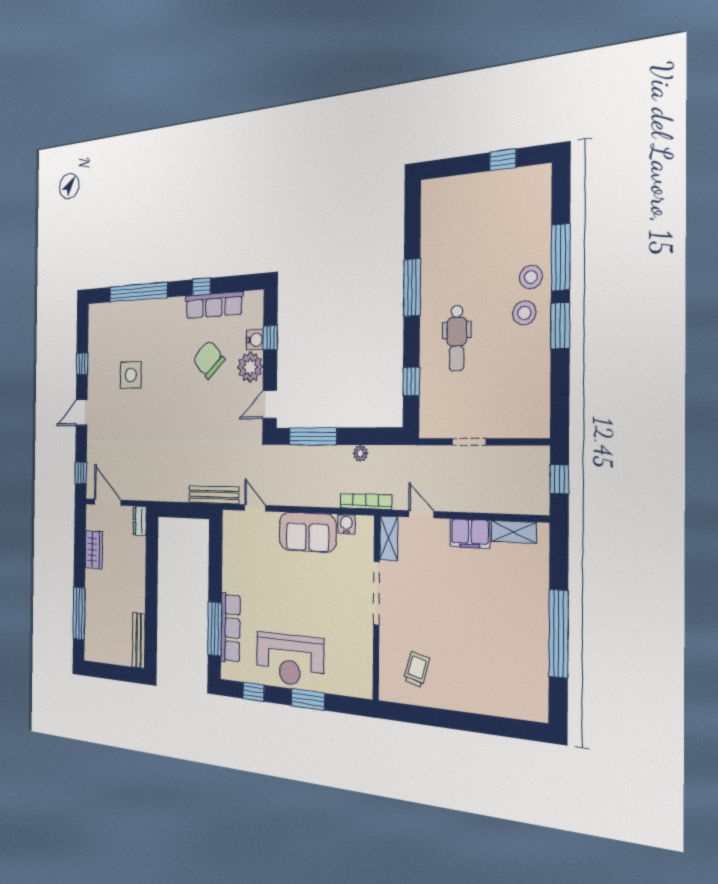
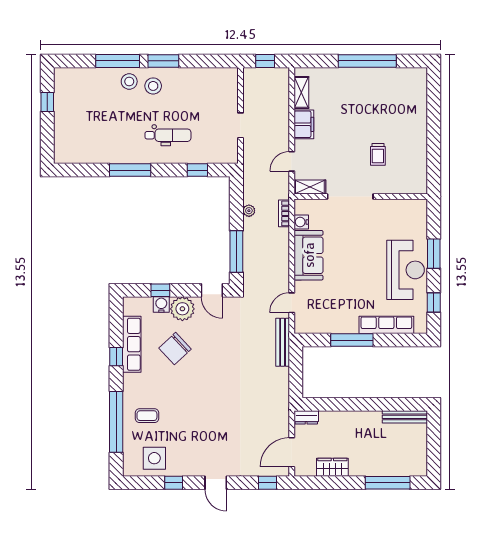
coffee table: (144, 329) -> (147, 416), added
side table: (131, 375) -> (154, 458), moved
bookcase: (366, 501) -> (284, 213), width x0.64
window: (215, 629) -> (352, 340), moved
trolley: (416, 669) -> (378, 154), moved, turned -105

